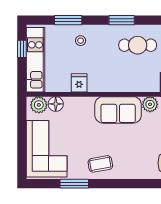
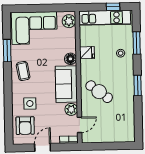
cafe table: (138, 45) -> (99, 92), moved, turned -53
floor lamp: (56, 104) -> (70, 59), moved
side table: (142, 156) -> (30, 103), added

